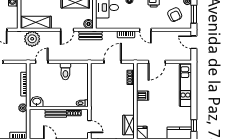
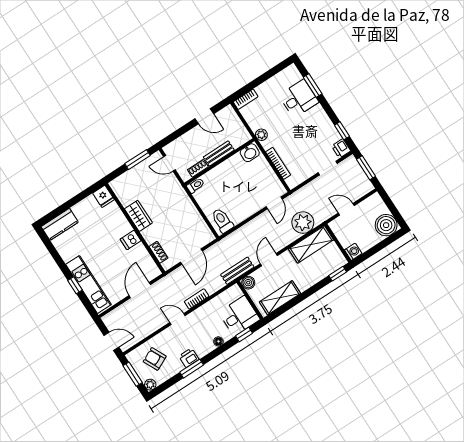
toilet: (65, 71) -> (222, 221), moved
wardrobe: (129, 125) -> (138, 216), moved
window: (194, 125) -> (75, 285), moved

